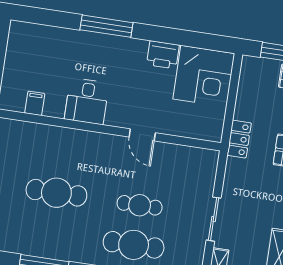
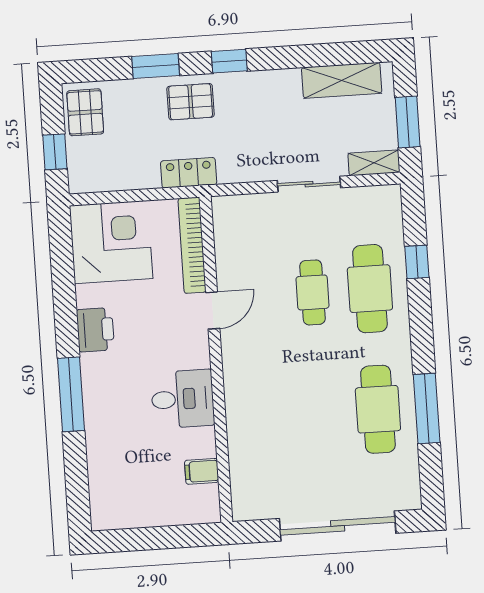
printer: (163, 55) -> (95, 330), moved
bookcase: (190, 131) -> (192, 245), added
cafe table: (56, 193) -> (378, 409), moved

